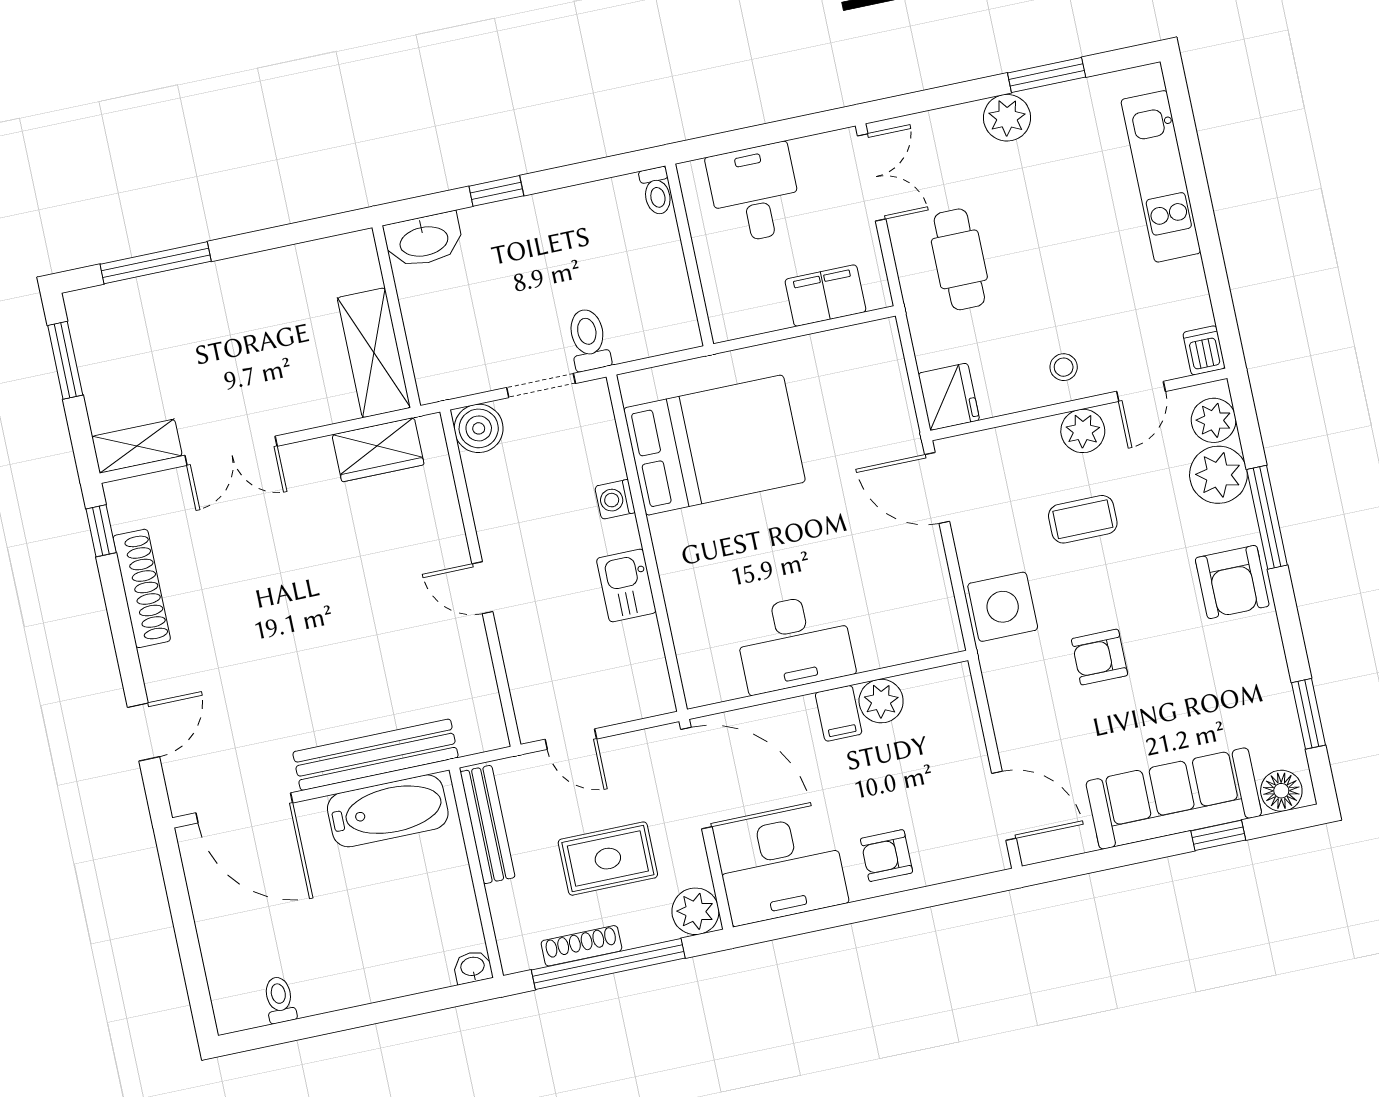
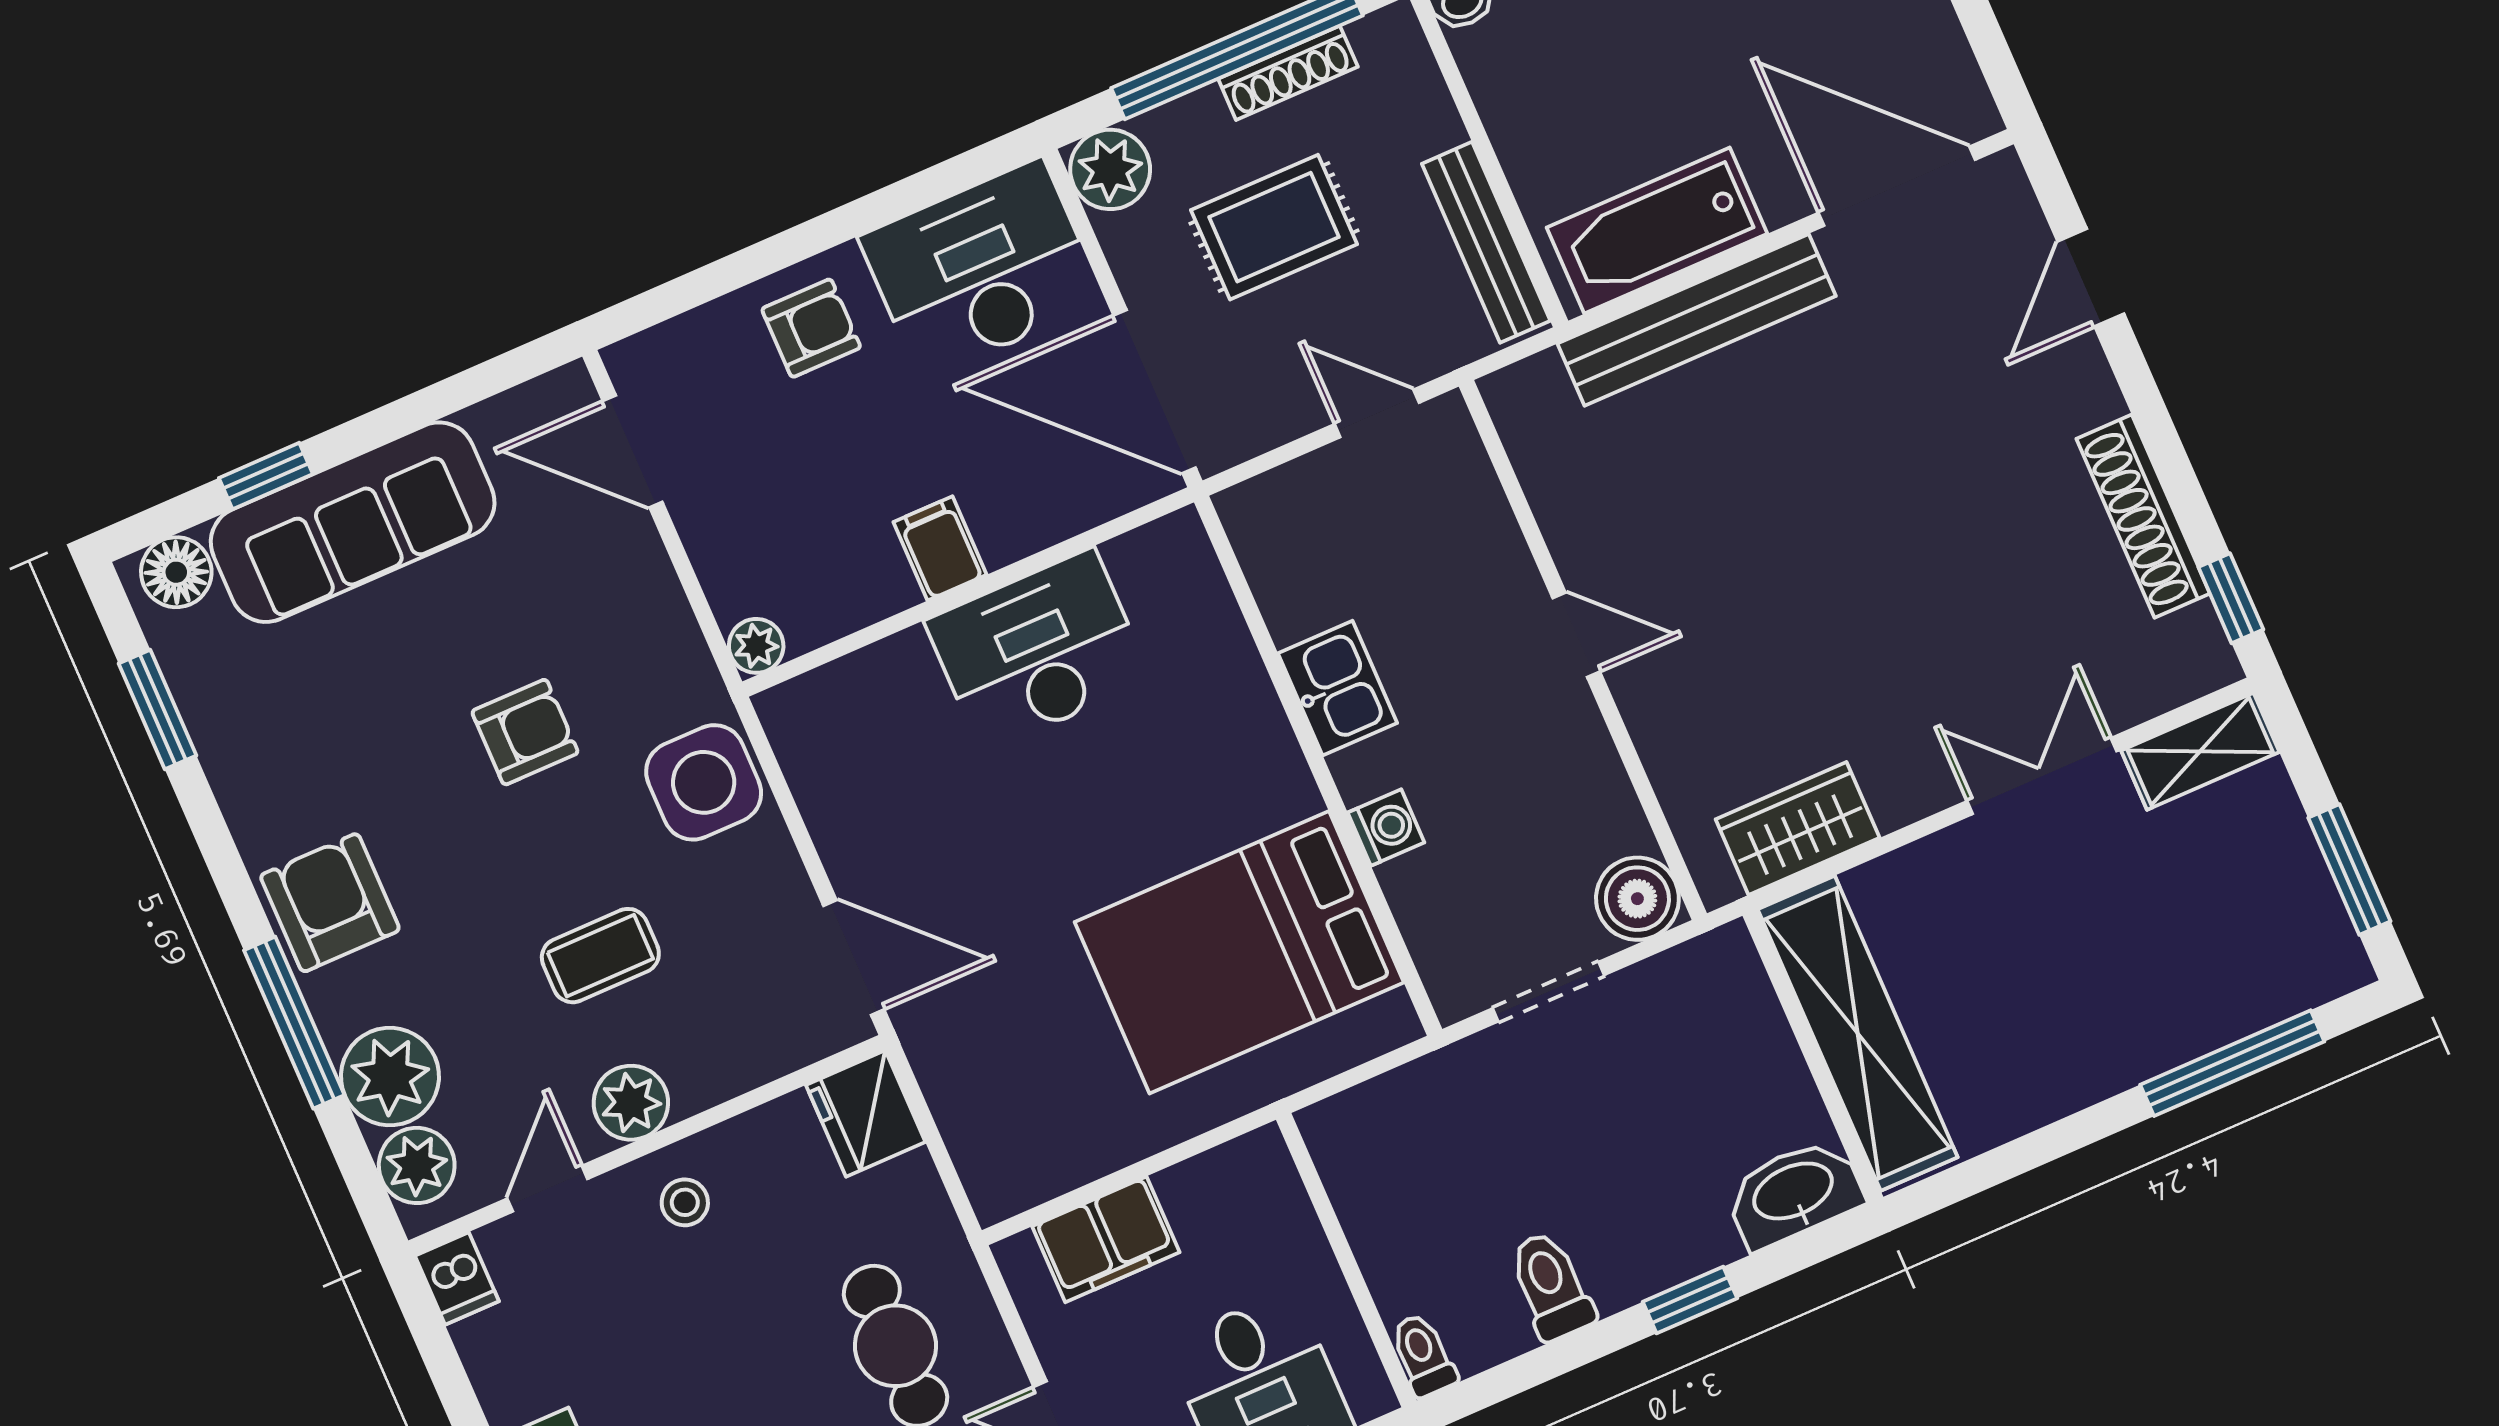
toilet: (589, 340) -> (1551, 1286), moved, turned 180
shelving: (374, 353) -> (1858, 1033), width x1.47
plant: (881, 701) -> (756, 646), moved, width x0.73, depth x0.73

